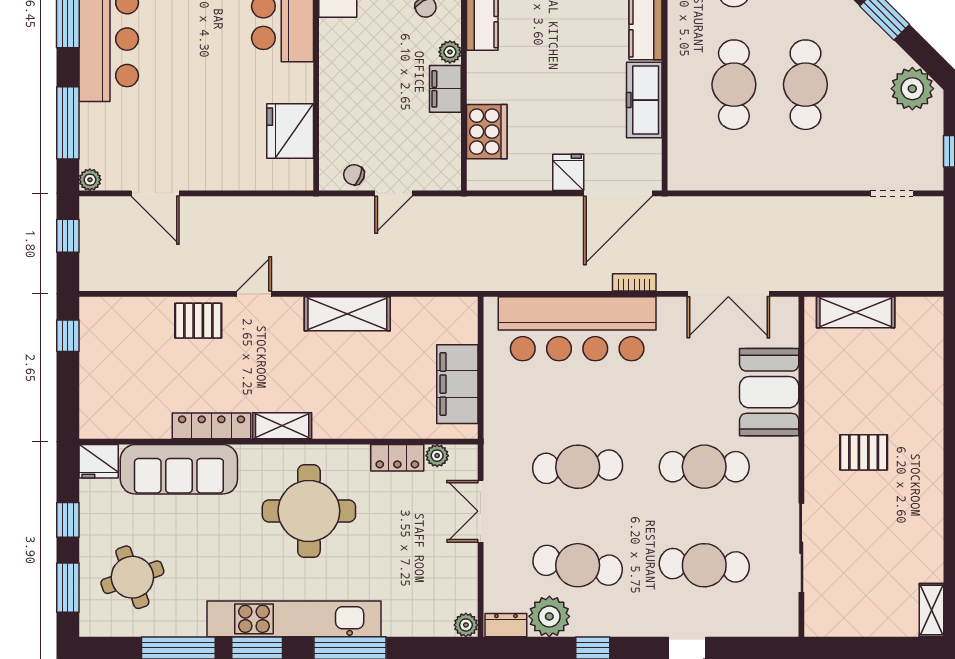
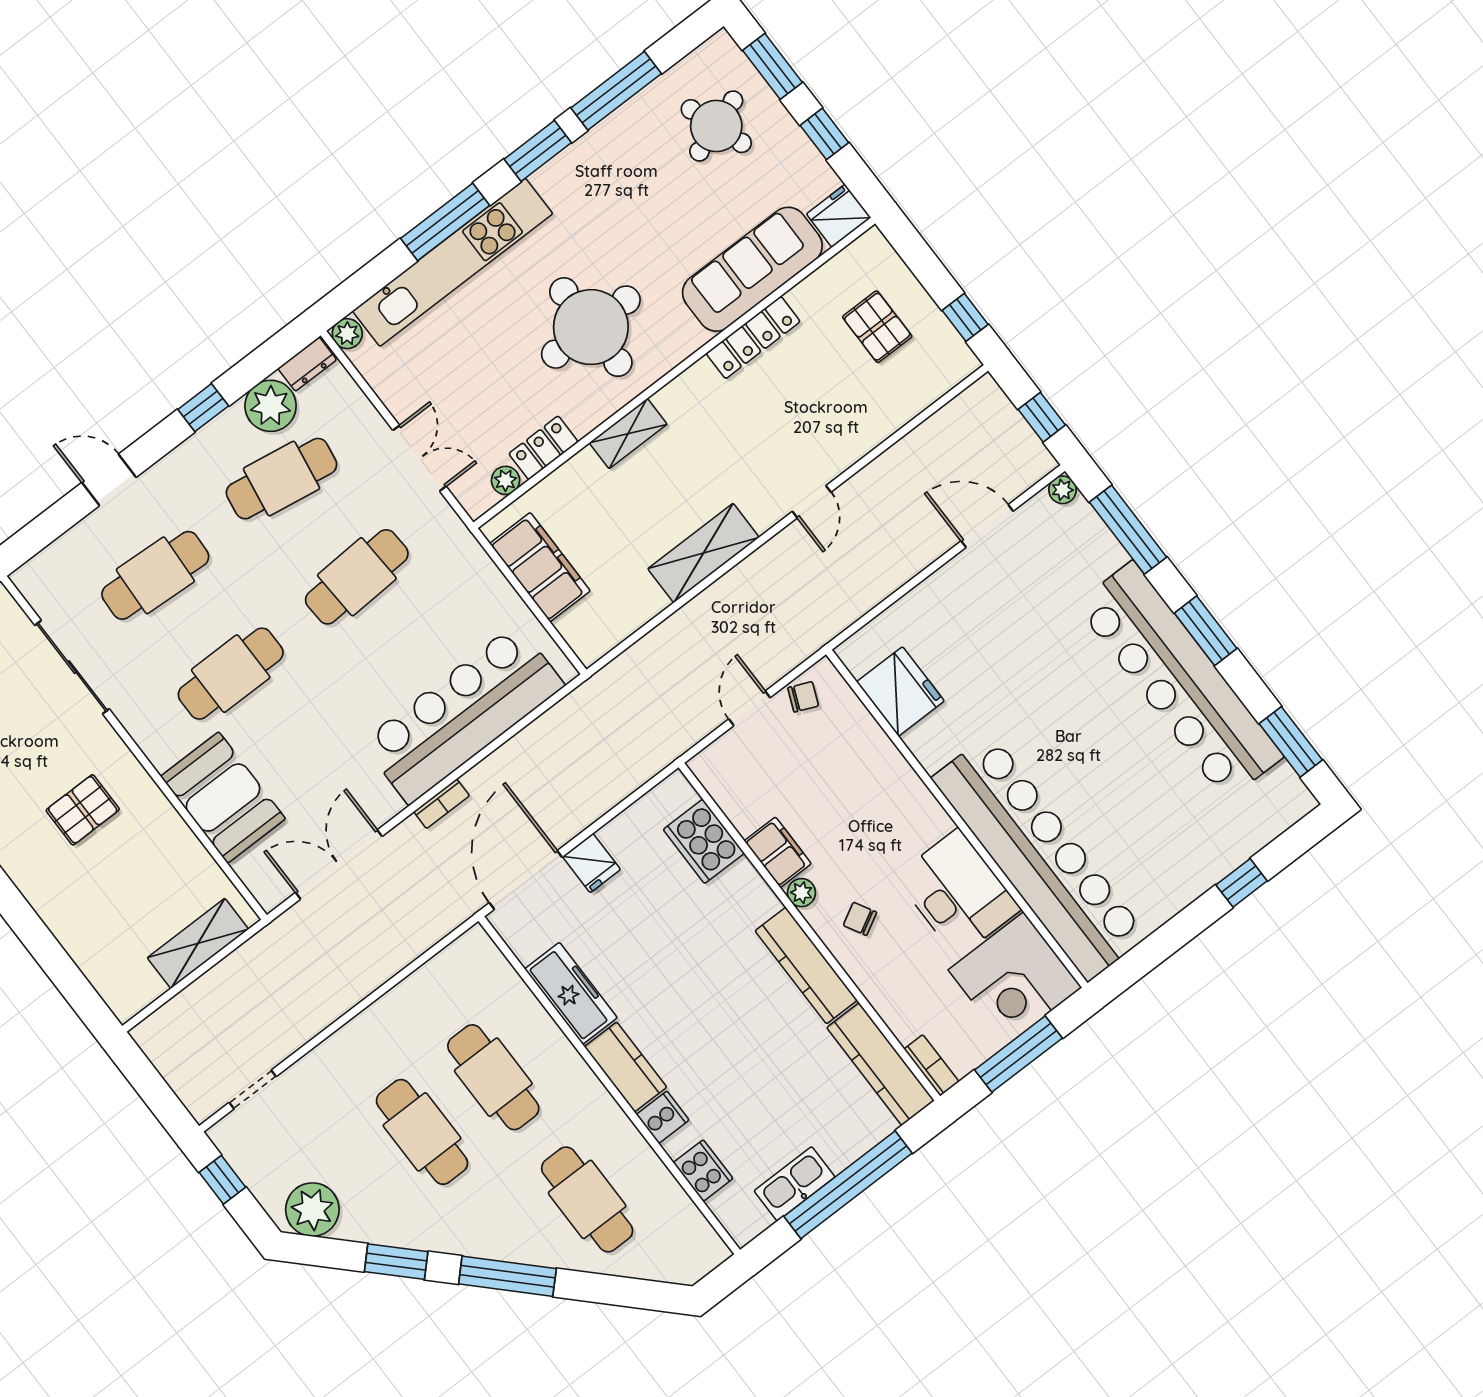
pallet: (198, 321) -> (877, 327), moved, turned 90
shelving: (282, 426) -> (628, 434), moved
kitchen unit: (294, 619) -> (453, 262), moved

